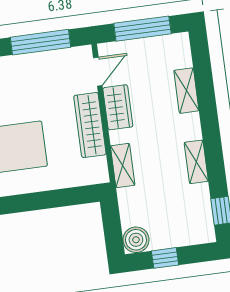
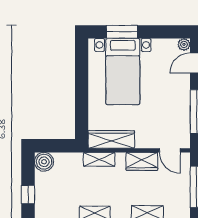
wardrobe: (90, 125) -> (111, 139), moved
window: (165, 258) -> (28, 195), moved

